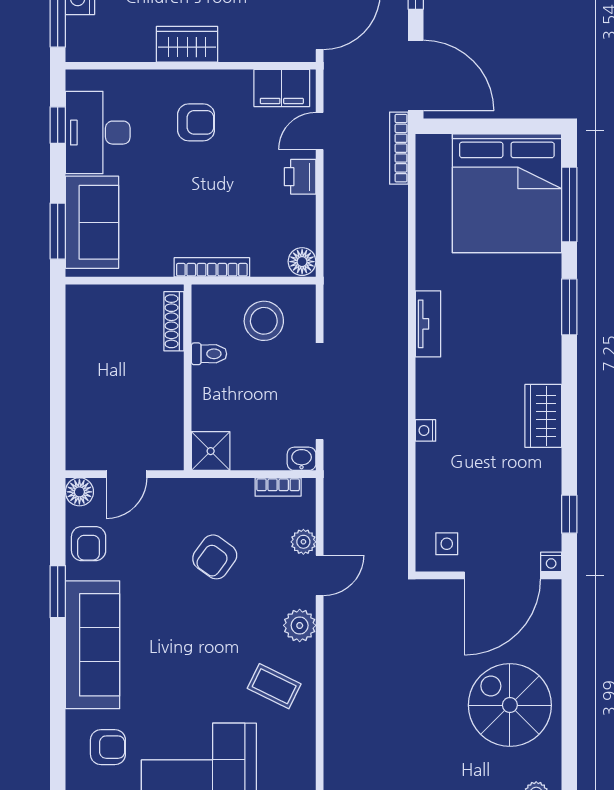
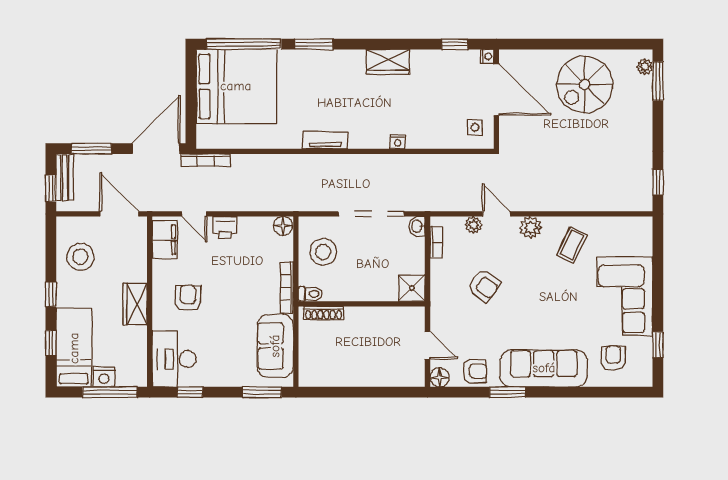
desk: (98, 133) -> (174, 359), moved, turned 90
window: (569, 204) -> (244, 44), width x1.46
sofa: (92, 222) -> (275, 346), moved, turned -90
toilet: (209, 354) -> (310, 294), moved, turned 90

